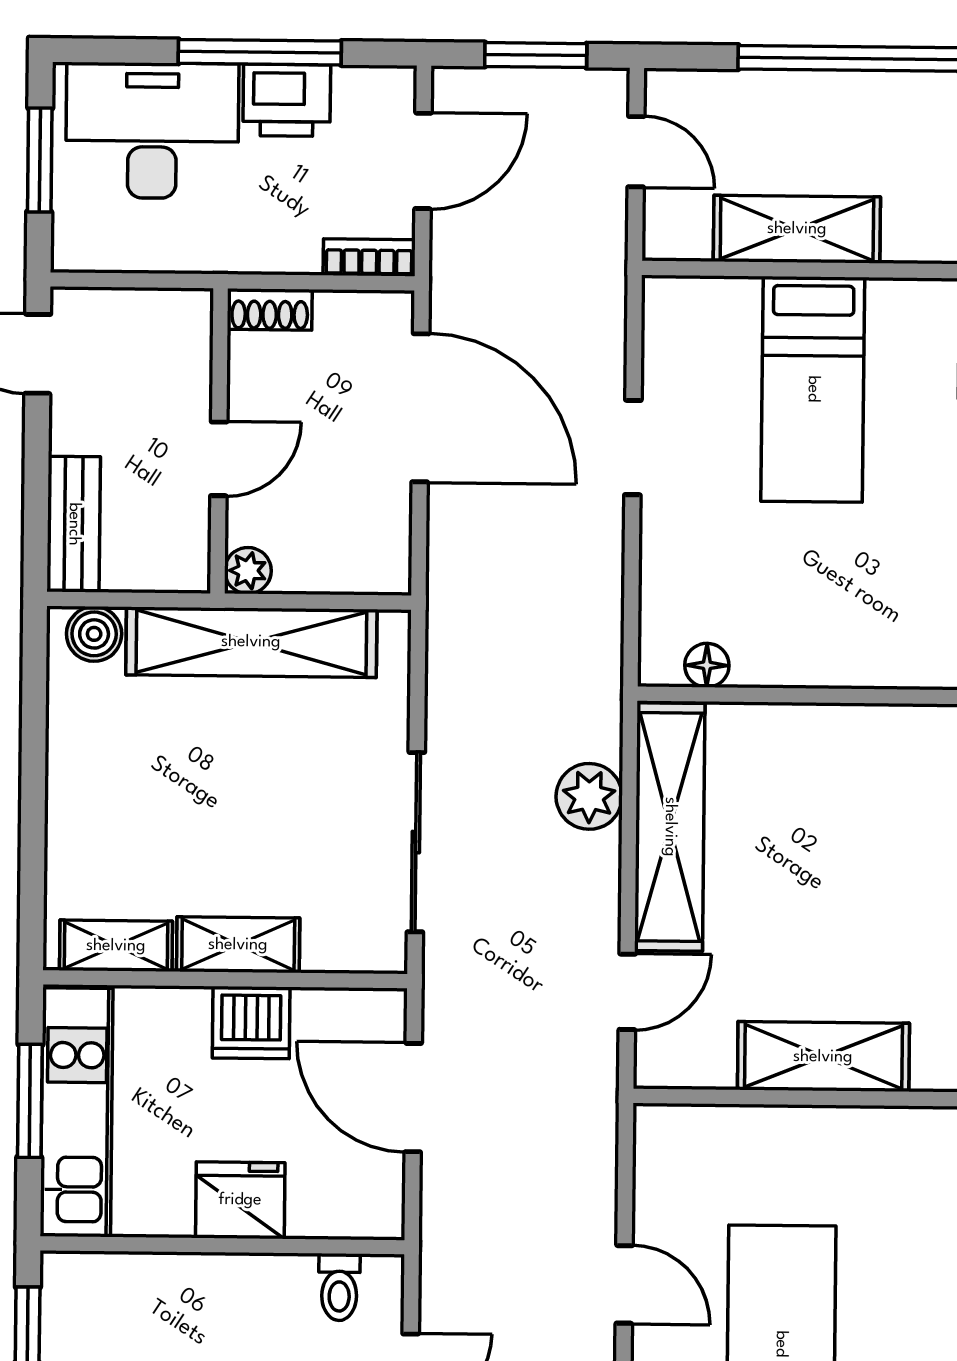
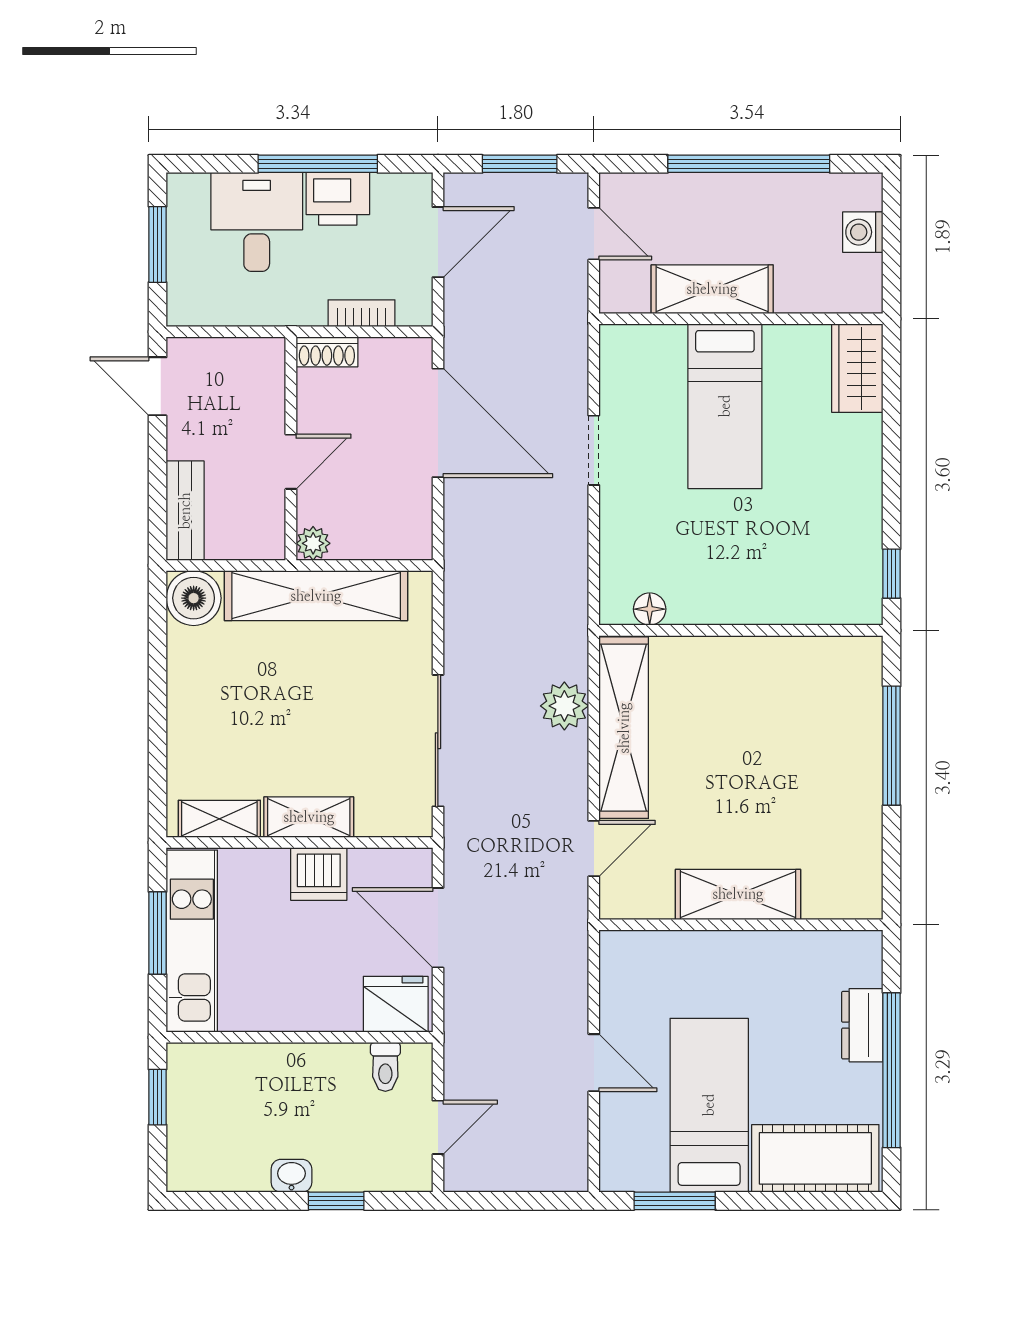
desk: (152, 131) -> (257, 222), width x0.73
bookcase: (369, 257) -> (362, 313), moved
boiler: (94, 634) -> (194, 598), width x1.36, depth x1.36
fridge: (240, 1200) -> (396, 1004), moved

